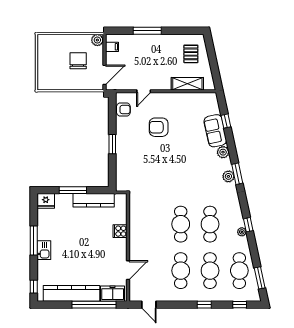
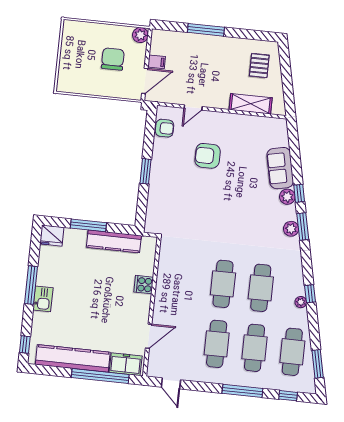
filing cabinet: (112, 47) -> (157, 62), moved
window: (226, 121) -> (299, 193), moved
window: (204, 305) -> (242, 391), width x2.17

